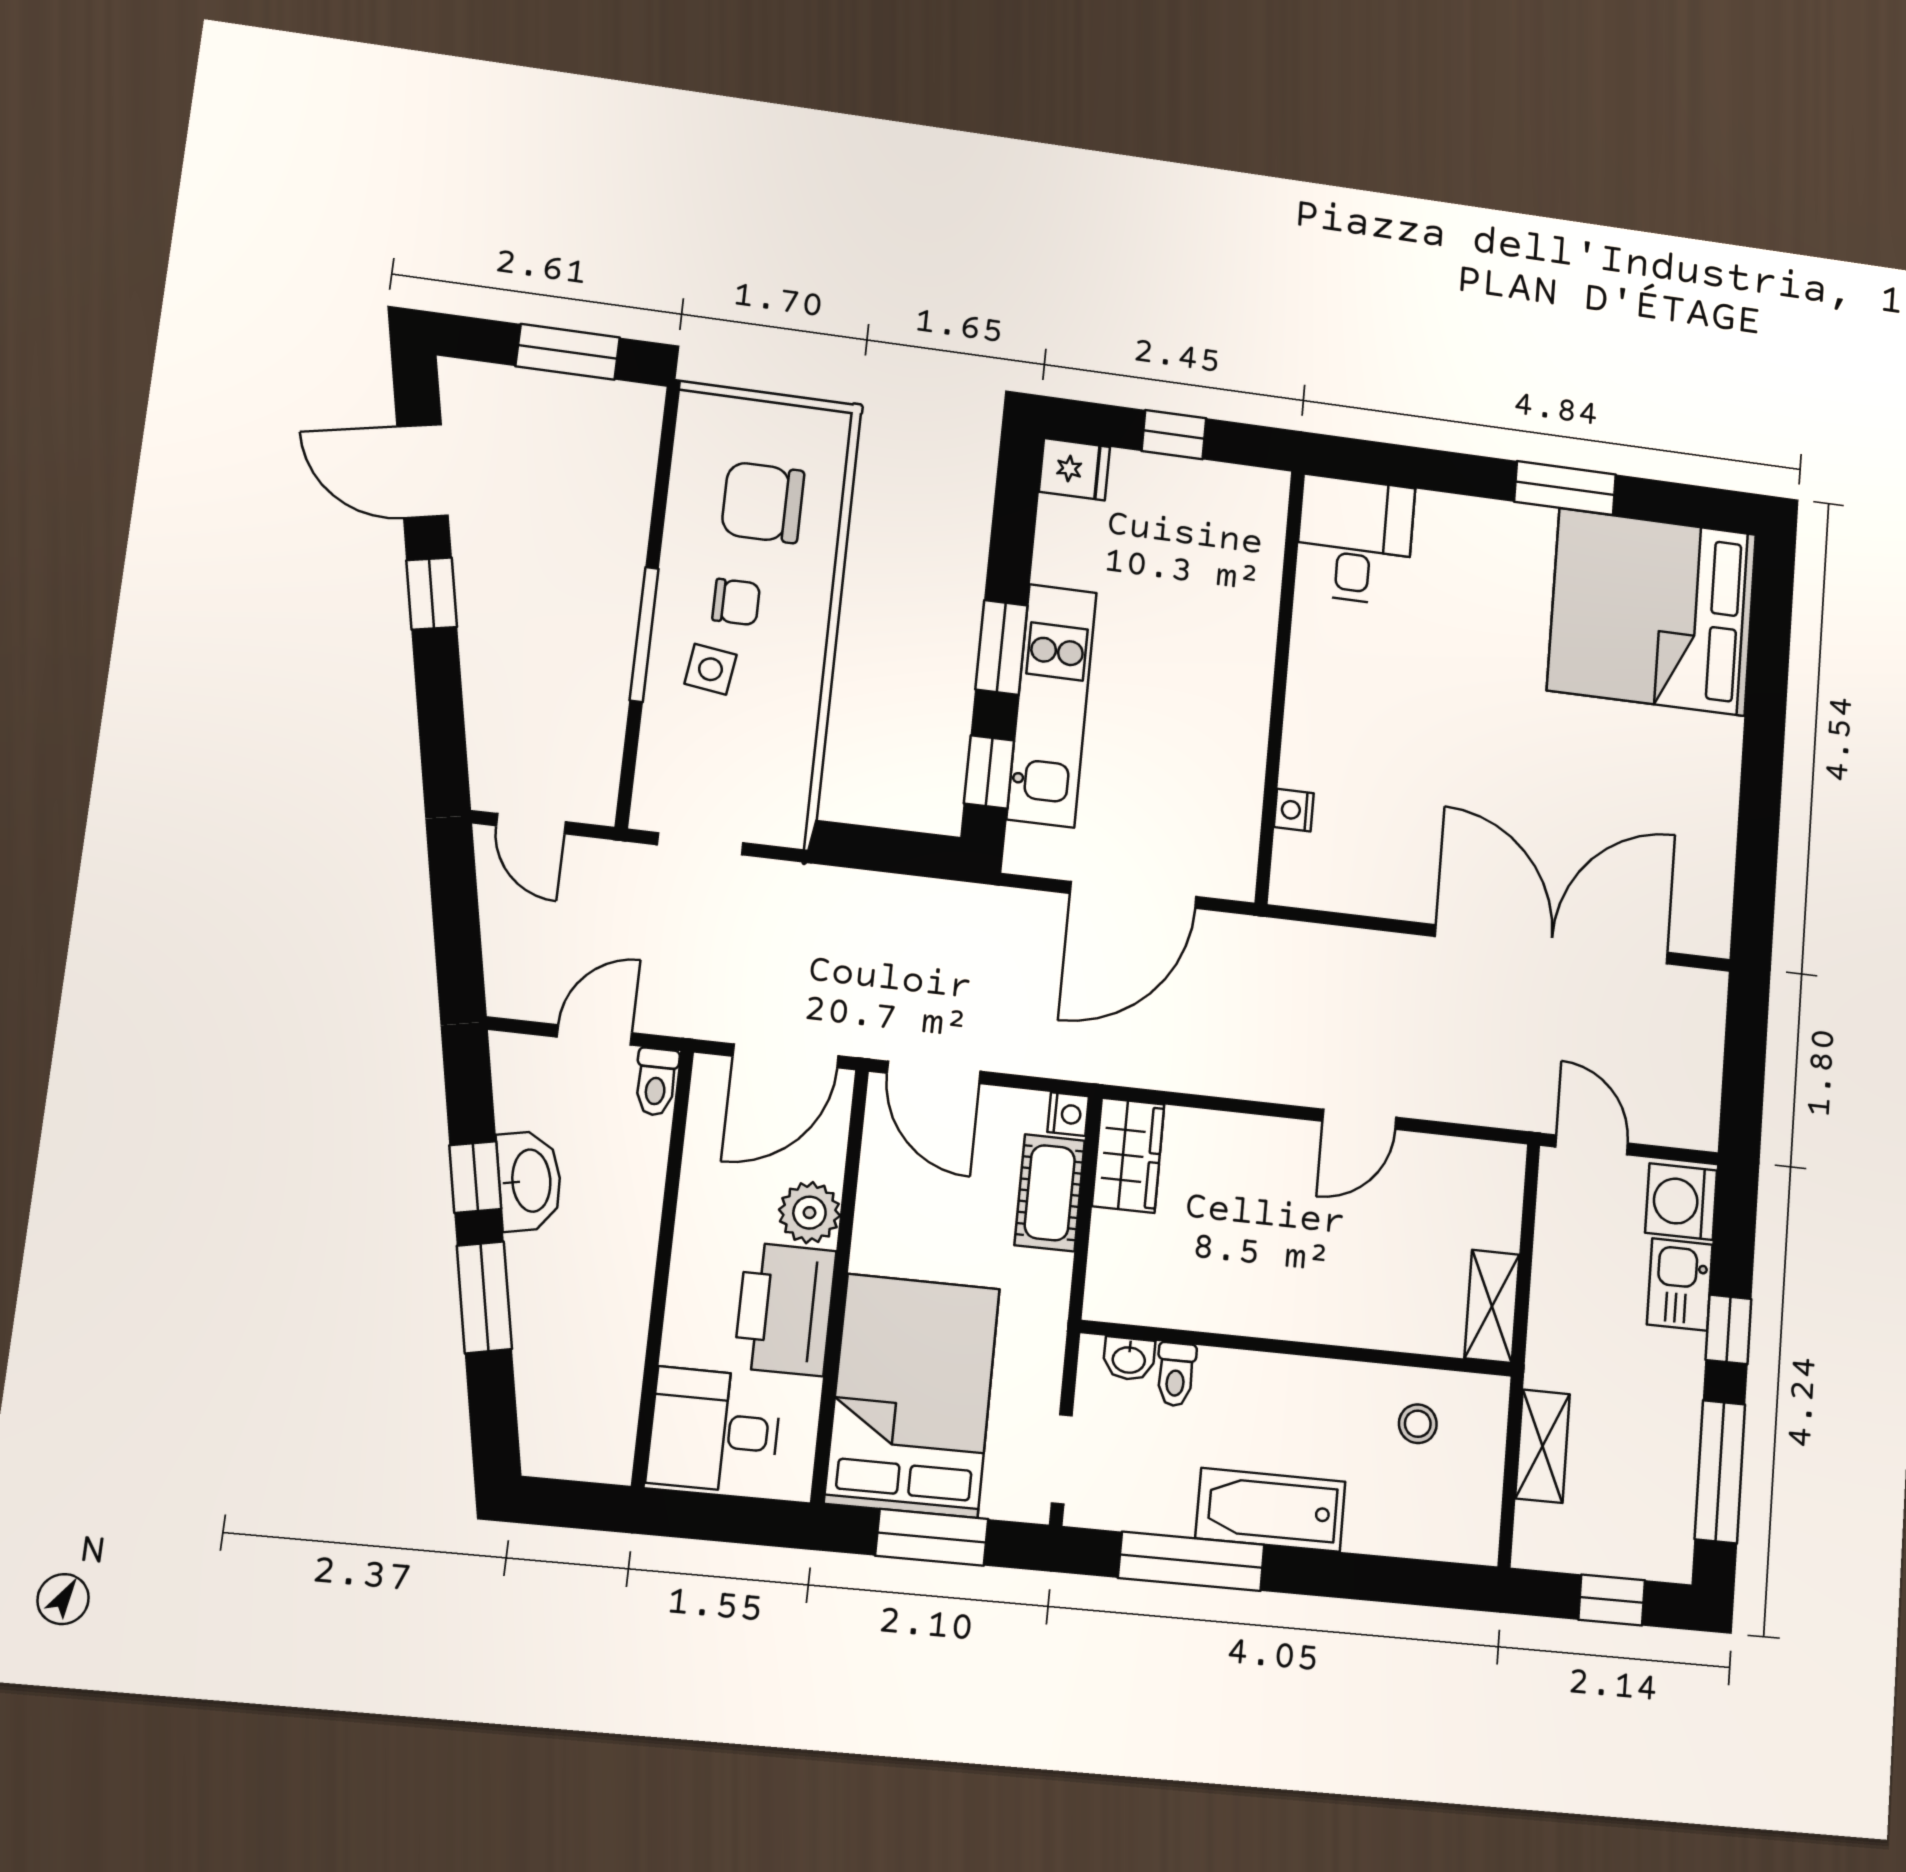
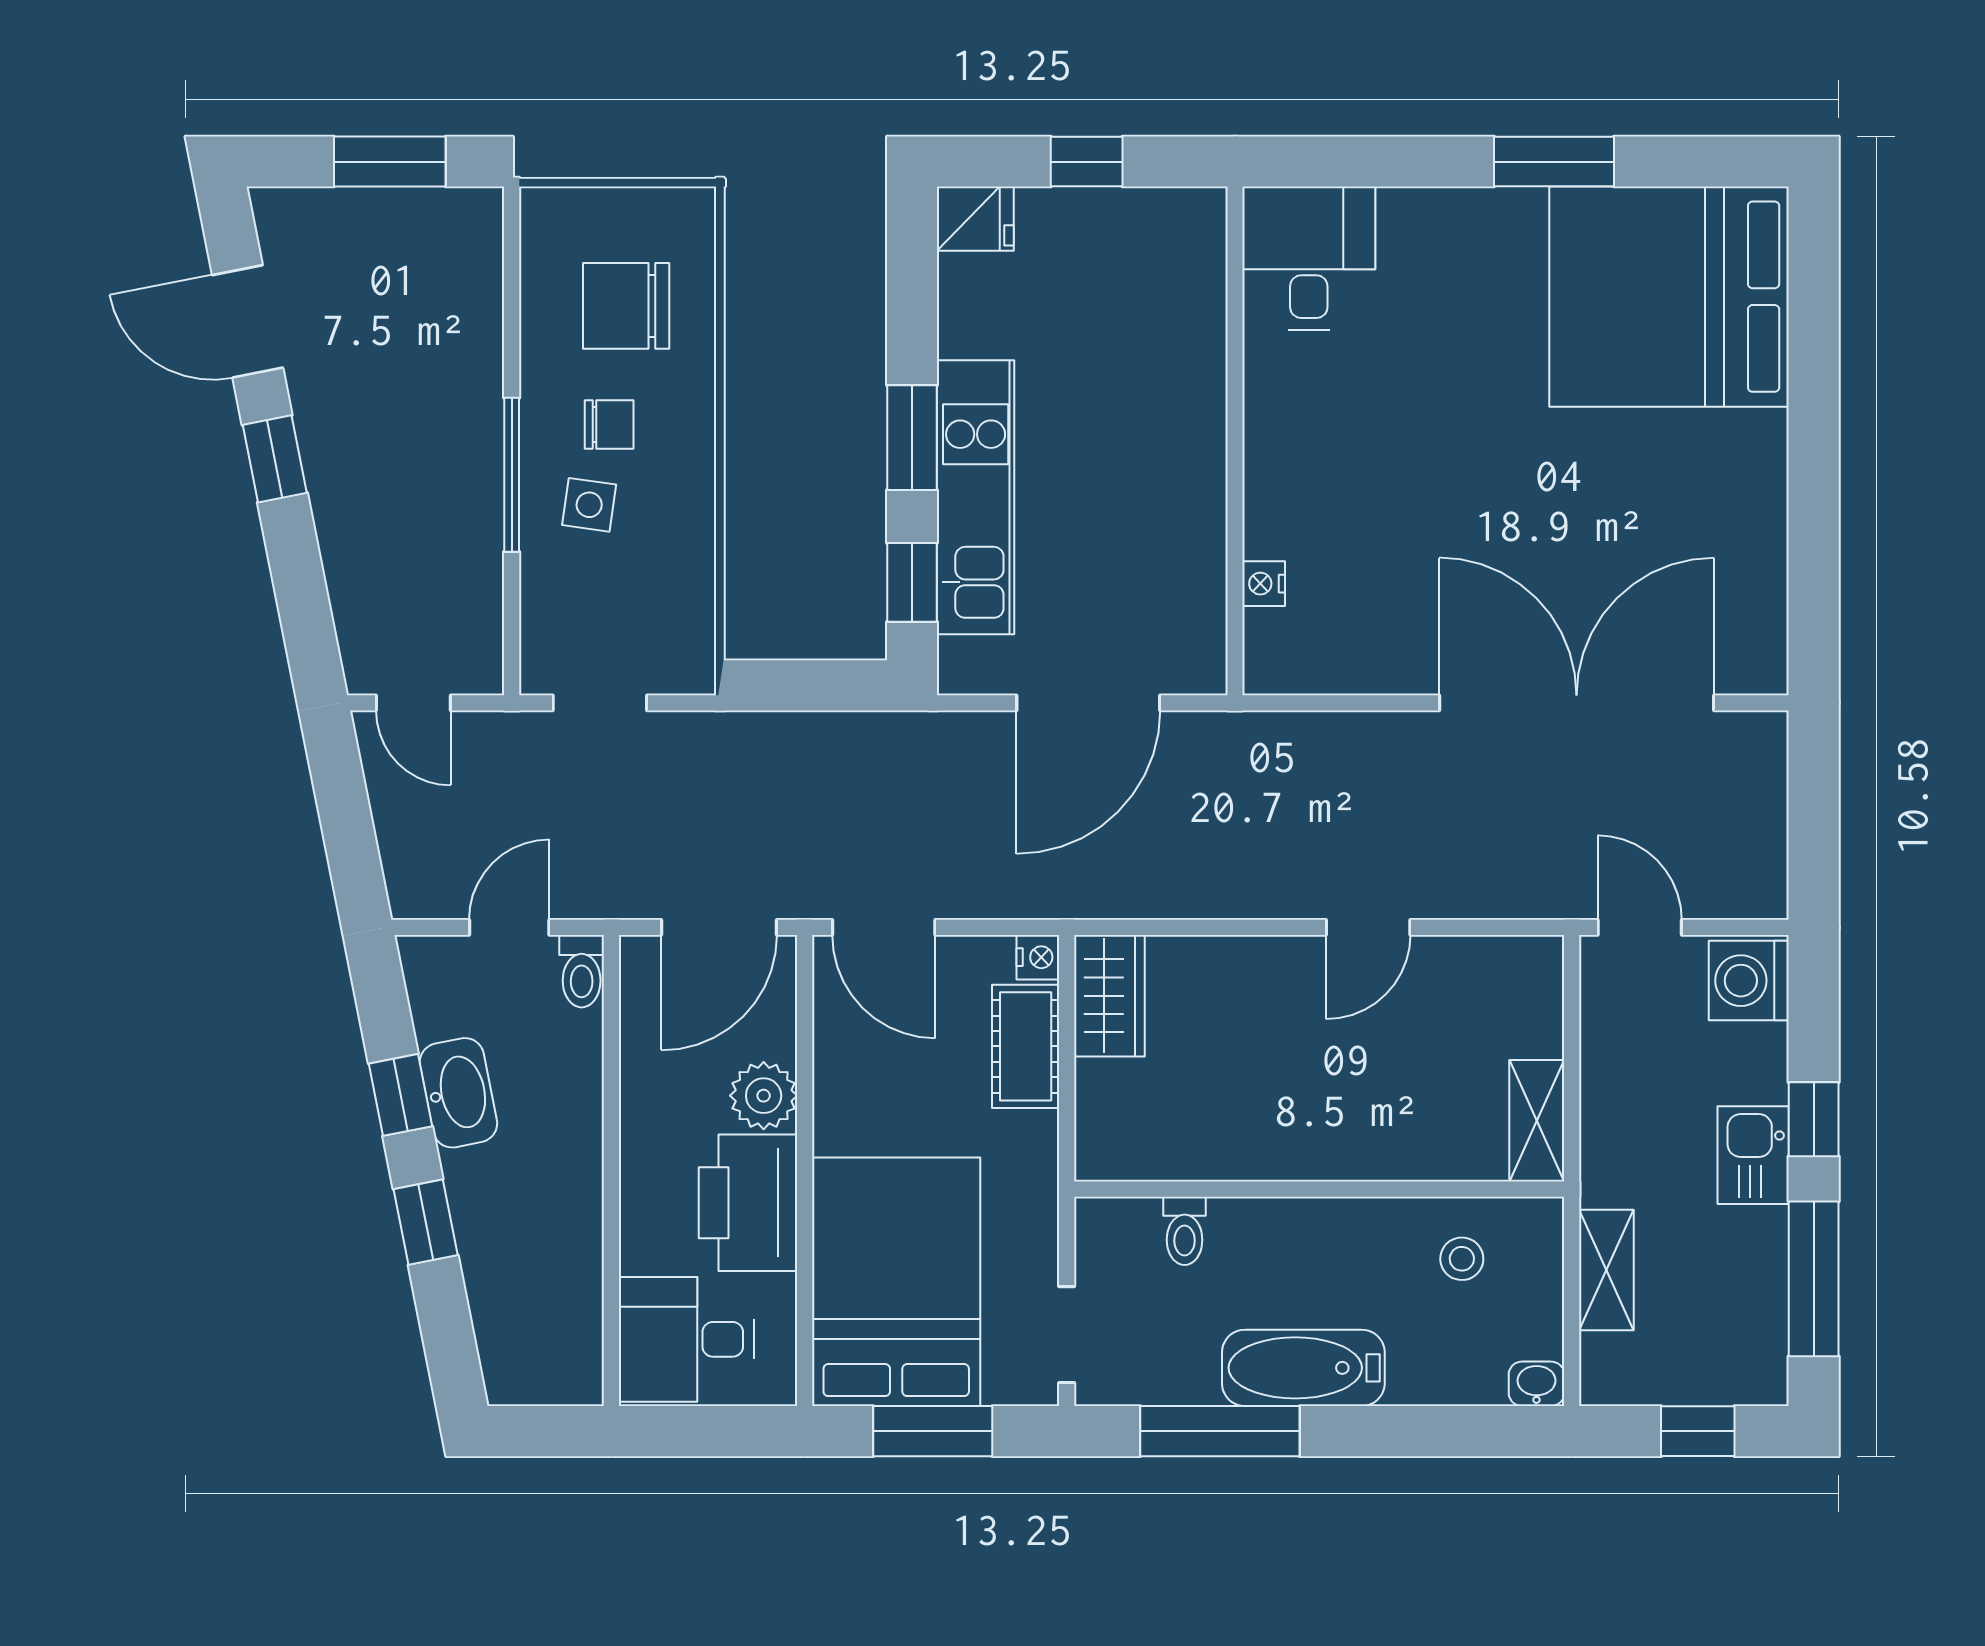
kitchen sink: (1680, 1284) -> (1753, 1155), moved
window: (484, 1297) -> (426, 1222), width x0.67
washbasin: (1129, 1359) -> (1537, 1384), moved, turned 180

